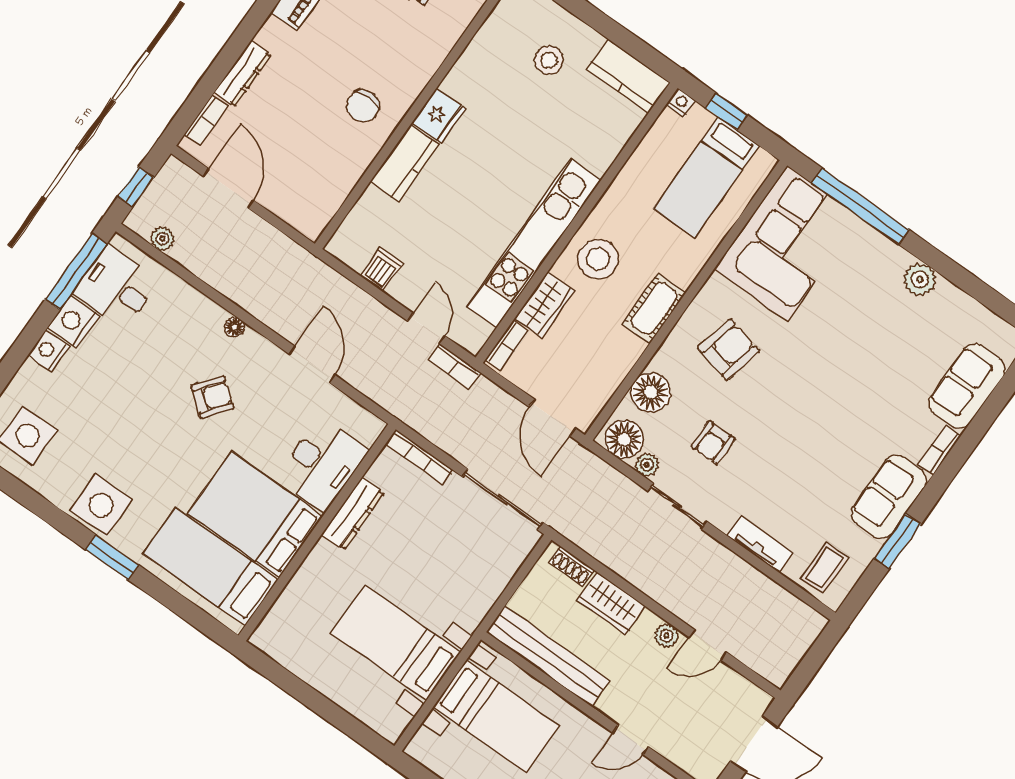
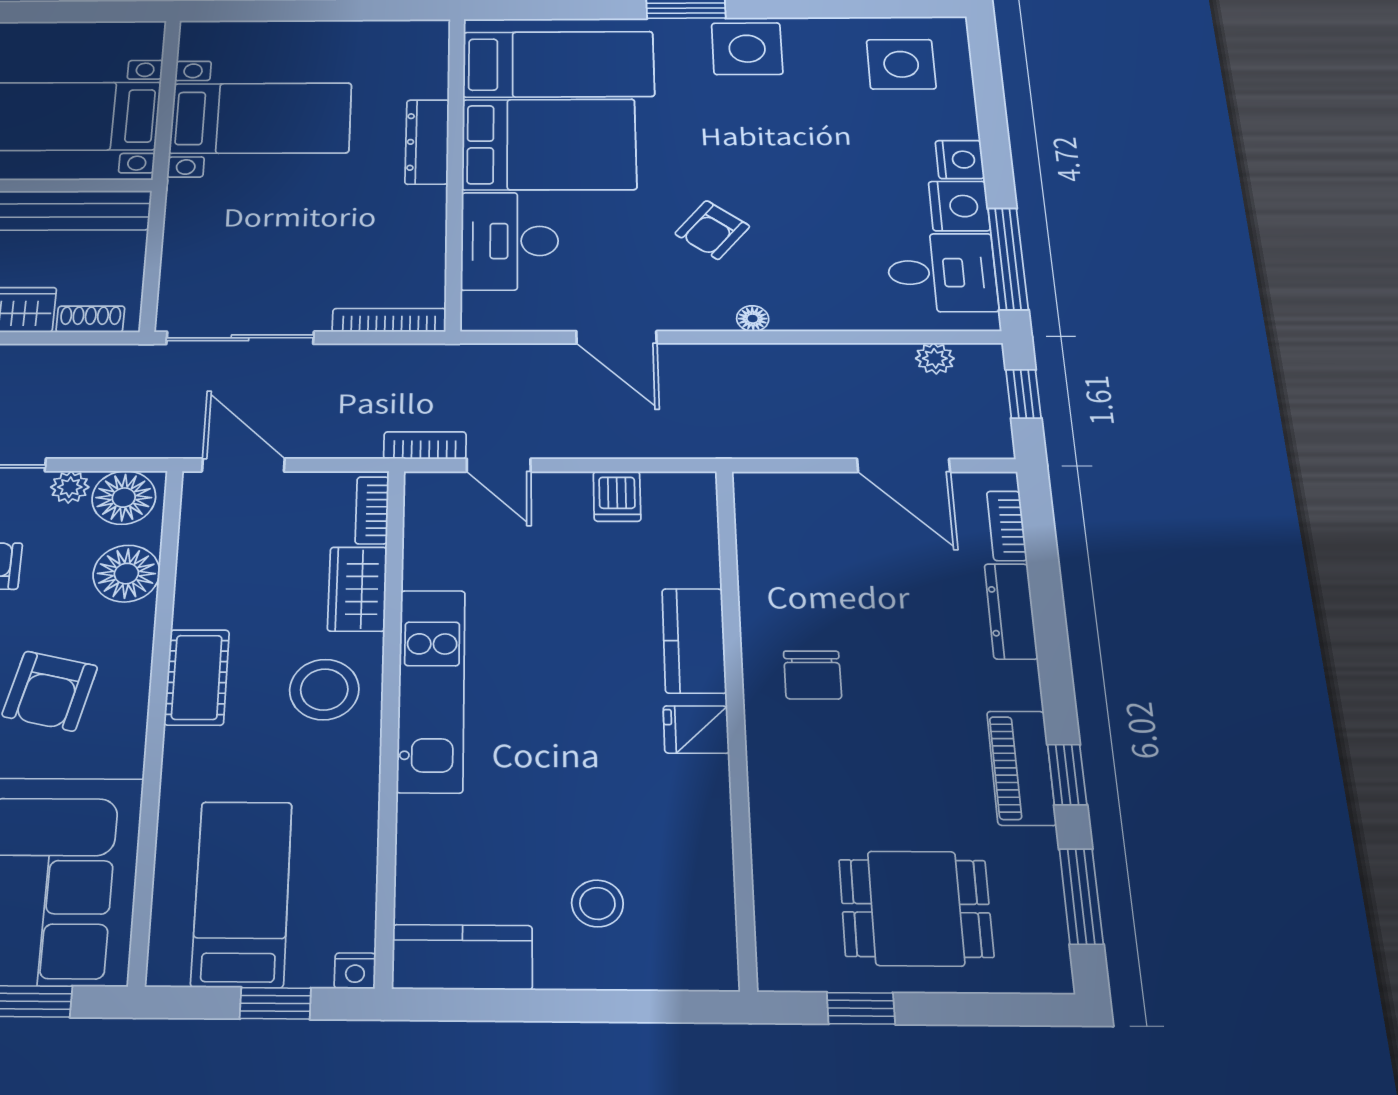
chair: (363, 106) -> (812, 675), turned 180
fridge: (439, 116) -> (696, 730), width x0.72
kitchen unit: (534, 243) -> (431, 690), width x0.73
dresser: (353, 513) -> (427, 142), moved

